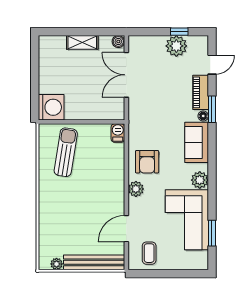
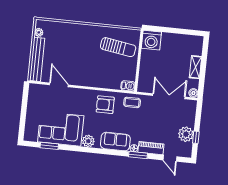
plant: (136, 189) -> (87, 95), removed
coffee table: (149, 253) -> (132, 102), moved

